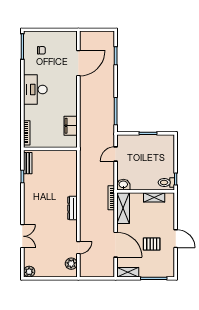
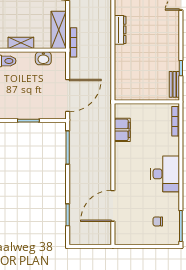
door: (116, 154) -> (68, 96), width x1.87
washbasin: (123, 185) -> (43, 58), moved

